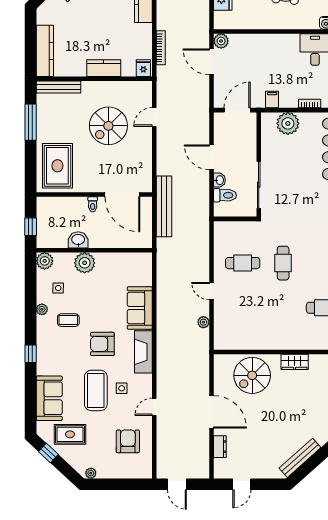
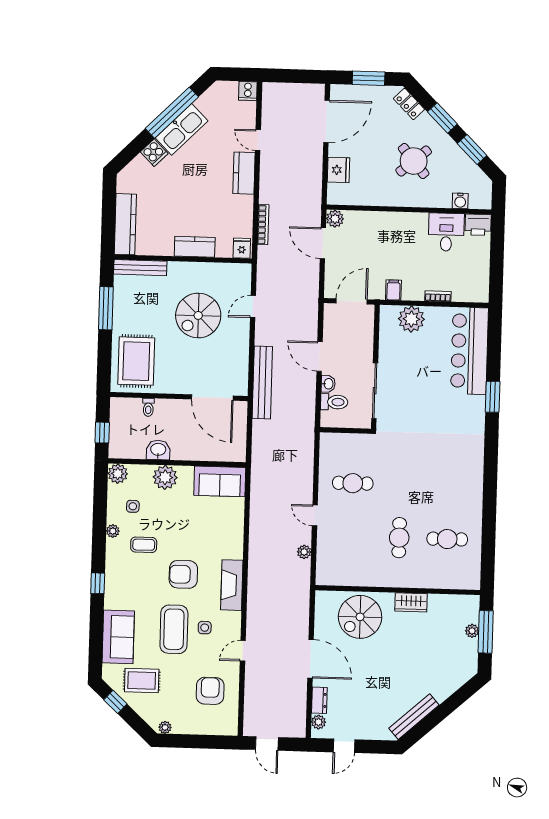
toilet: (93, 204) -> (148, 407), moved
bench: (164, 206) -> (262, 382), moved
cafe table: (283, 263) -> (399, 538), moved
sofa: (140, 308) -> (220, 481), moved, turned -90
plant: (220, 465) -> (319, 722), added

